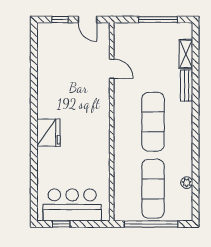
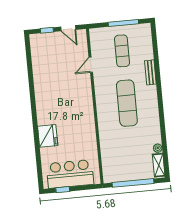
shelving: (186, 54) -> (159, 165), moved
door: (112, 69) -> (91, 65), swing flipped
fridge: (48, 133) -> (48, 136), moved
exercise mat: (153, 189) -> (122, 51), moved, width x0.73, depth x0.69

